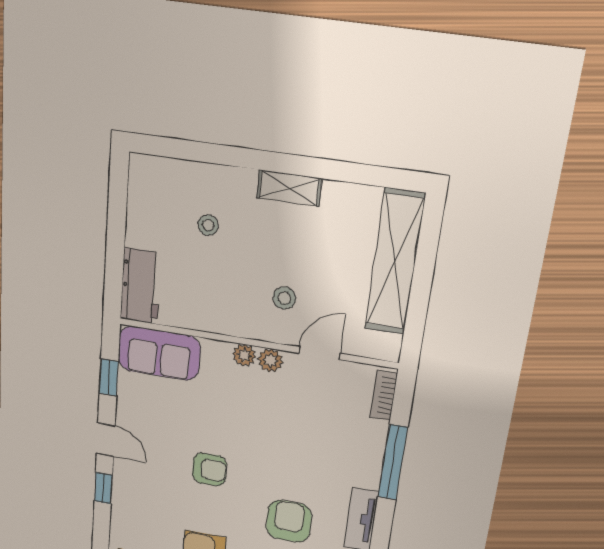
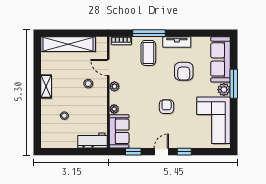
plant: (244, 355) -> (114, 109), moved
coffee table: (344, 452) -> (148, 53), added
armchair: (289, 521) -> (184, 71), turned -90

